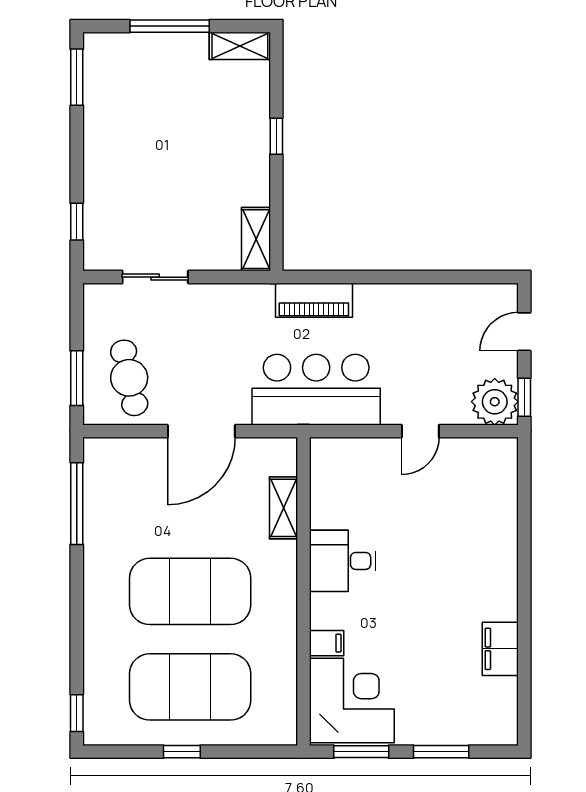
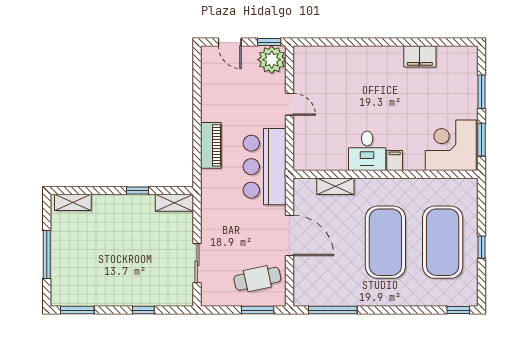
shelving: (240, 46) -> (73, 202), moved, turned 90
window: (276, 136) -> (138, 191), moved
window: (77, 222) -> (143, 310), moved
piano: (314, 300) -> (211, 145), moved
filing cabinet: (327, 643) -> (395, 160), moved

